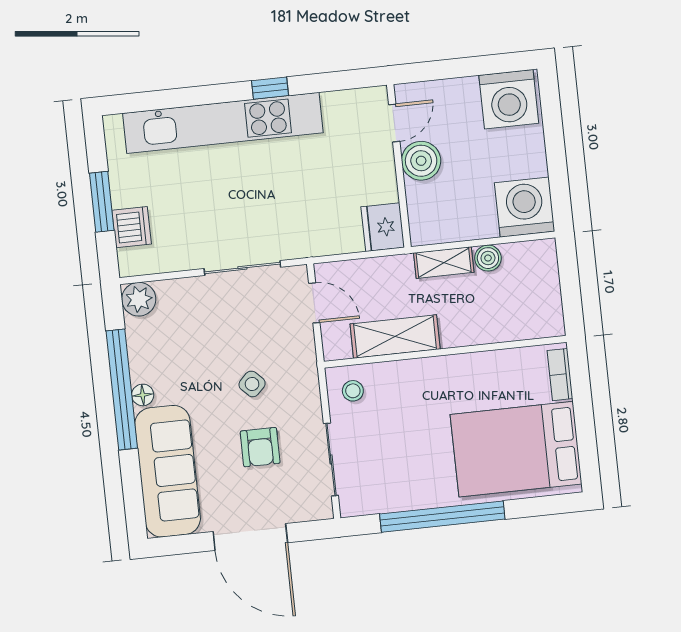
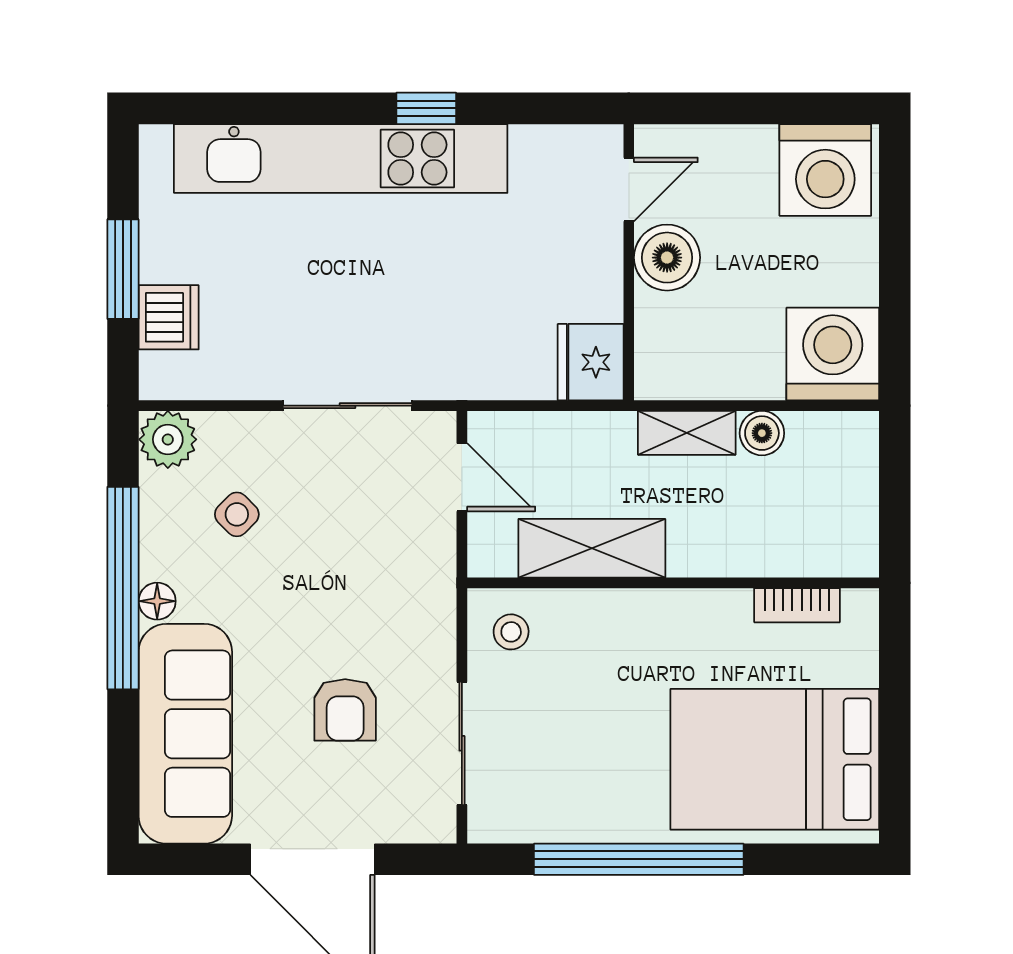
bookcase: (560, 375) -> (797, 605), moved, turned -90
side table: (252, 384) -> (237, 514), moved

